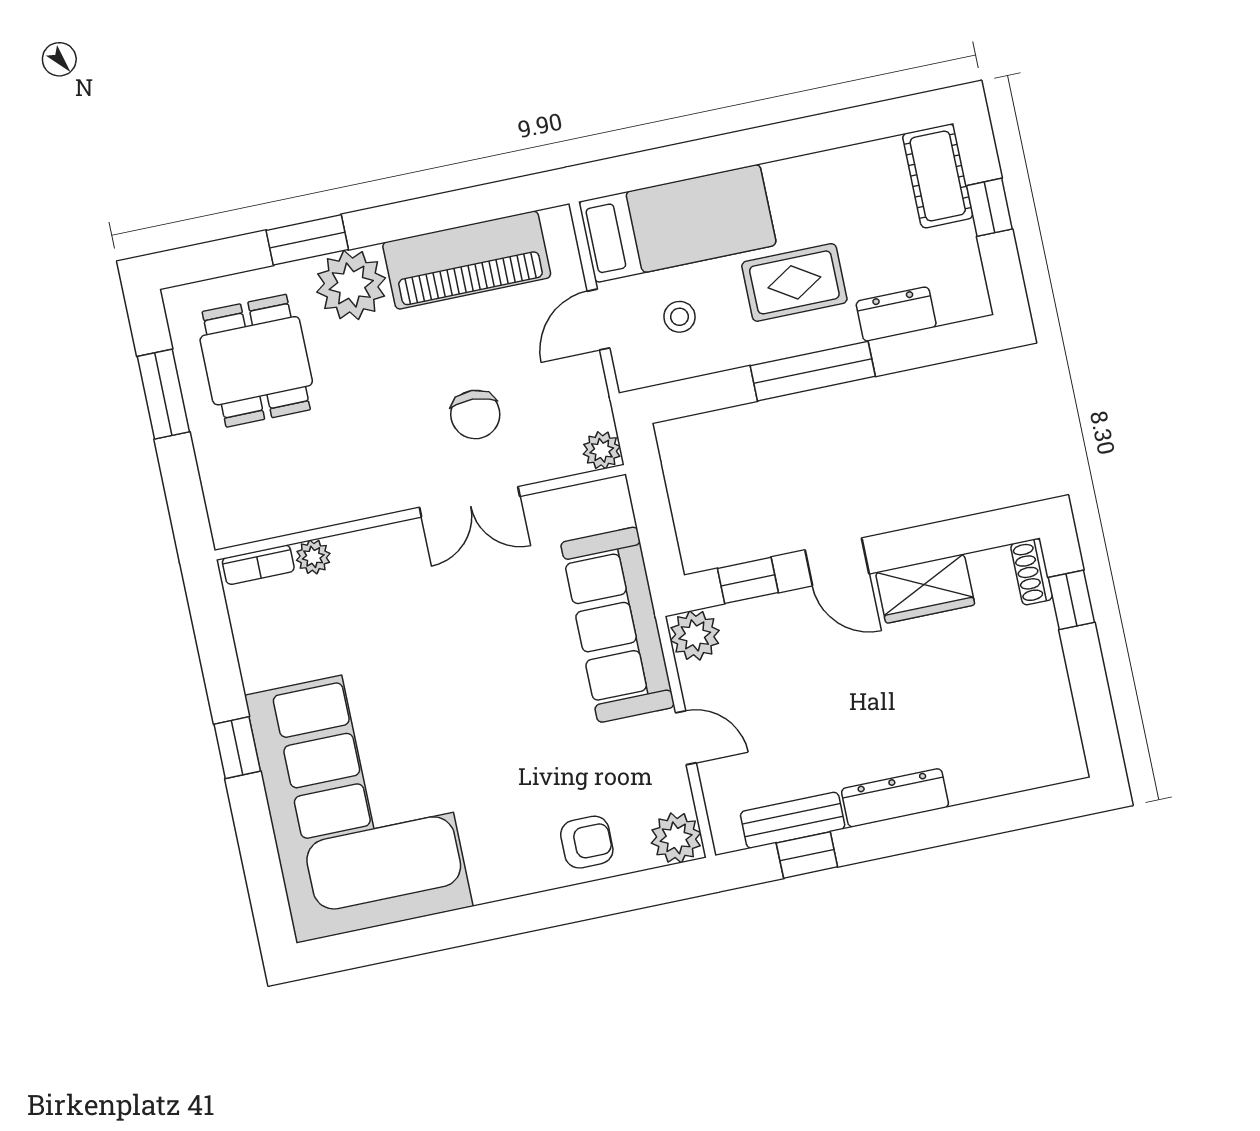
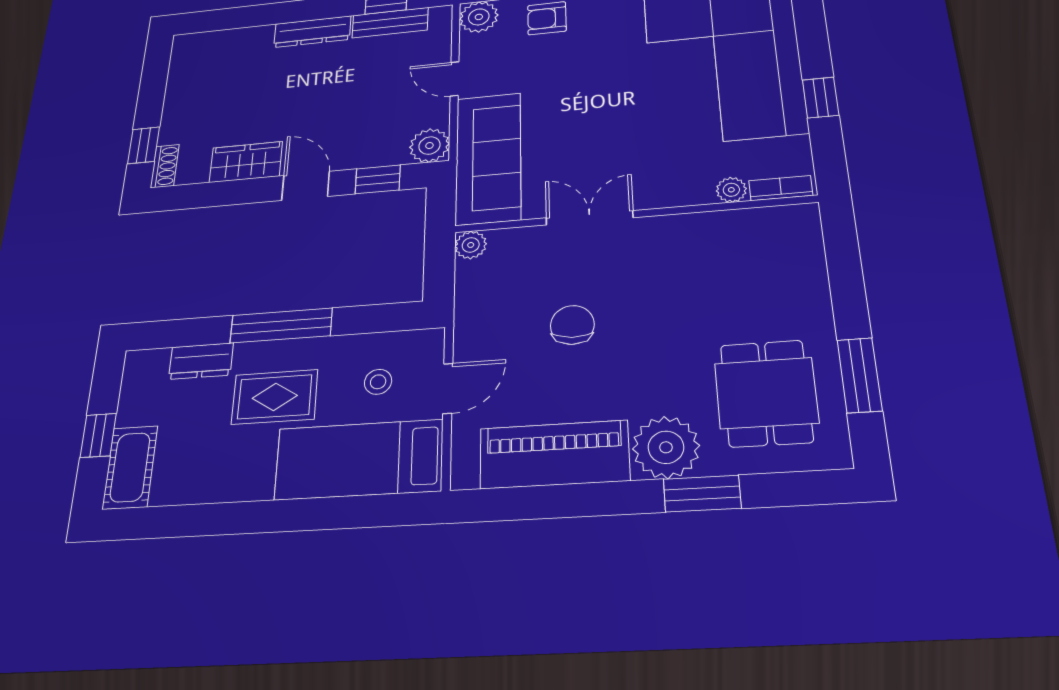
plant: (602, 450) -> (471, 245), moved
double door: (470, 502) -> (589, 218), moved
wall: (420, 512) -> (633, 214), moved
plant: (313, 557) -> (731, 190), moved
bookcase: (258, 565) -> (781, 188), moved

